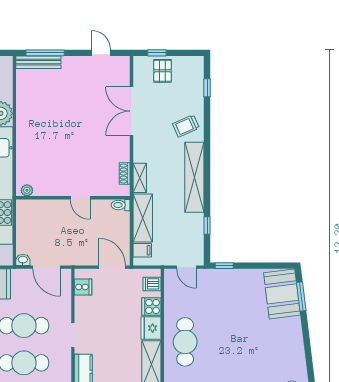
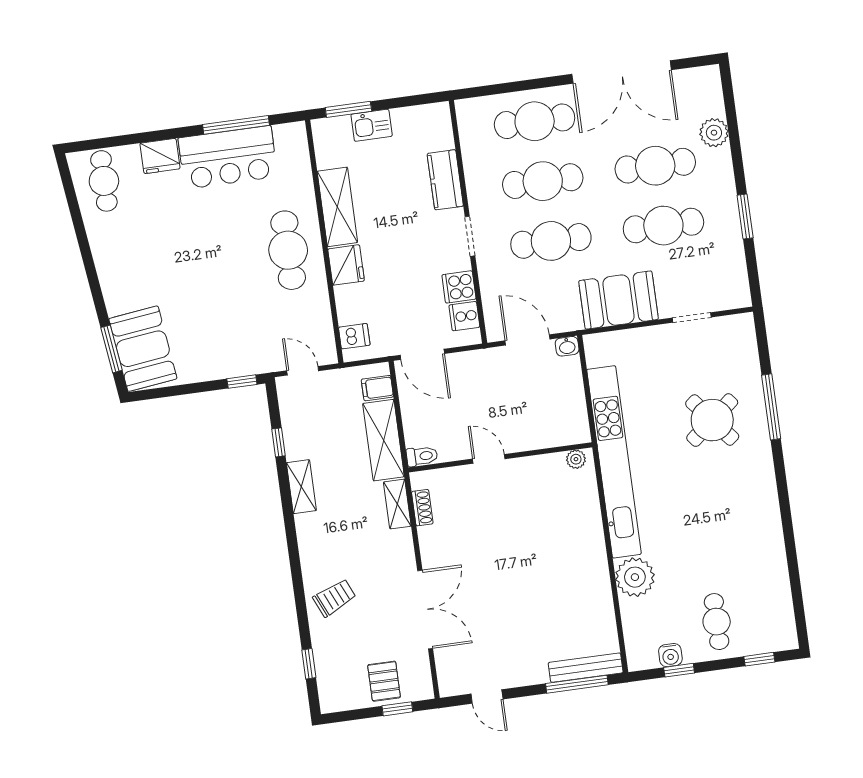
shelving: (194, 177) -> (301, 487), width x0.45, depth x0.75
cooker: (151, 306) -> (459, 287), moved, turned 180

